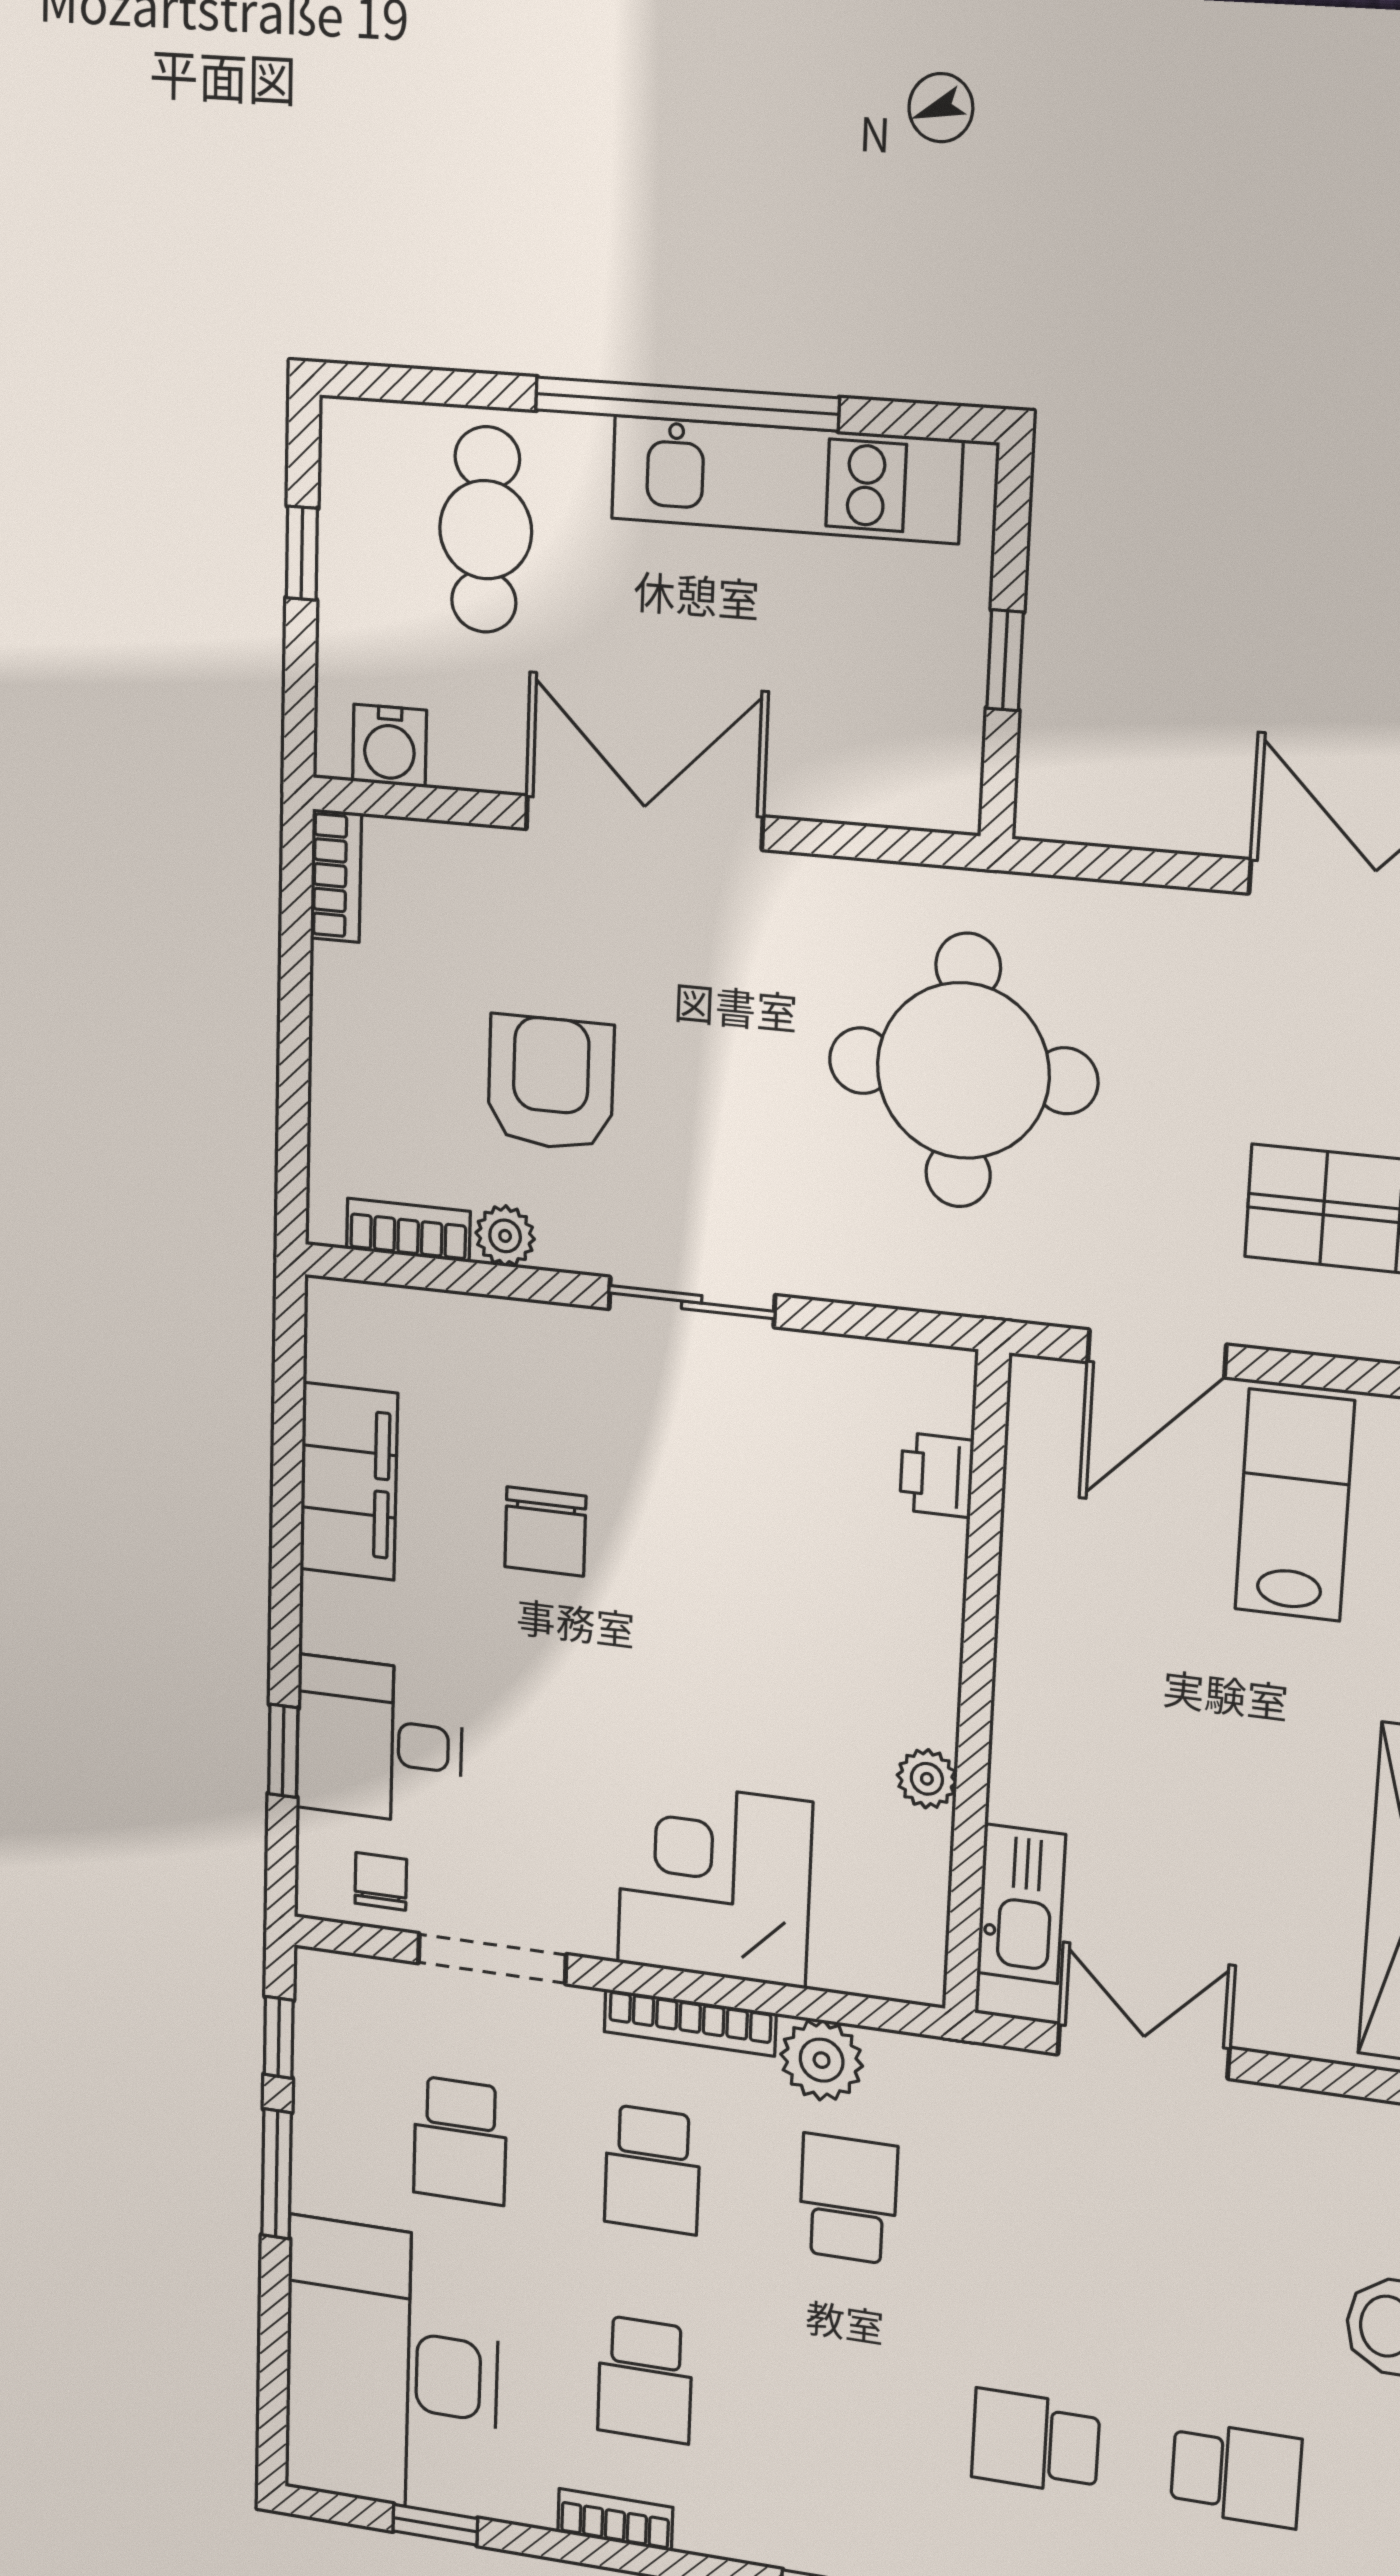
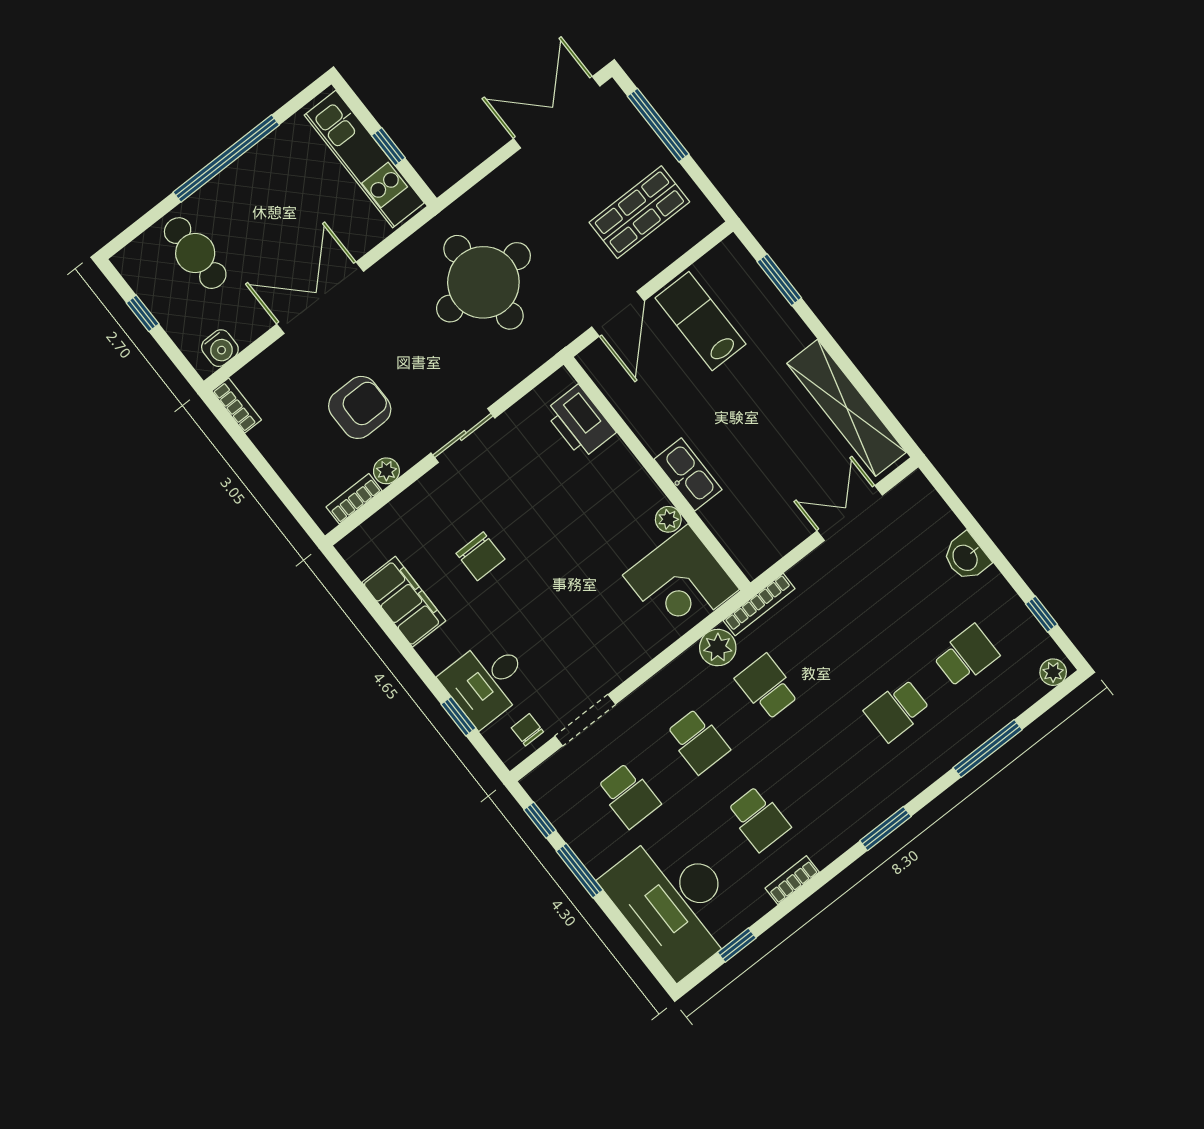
kitchen unit: (786, 479) -> (364, 159), moved, turned 90
armchair: (551, 1083) -> (360, 407), turned 90
printer: (937, 1475) -> (580, 422), width x1.87, depth x1.48
corner desk: (714, 1883) -> (681, 582), moved, turned -90
kitchen sink: (1021, 1904) -> (688, 474), moved
bookcase: (690, 2023) -> (759, 605), moved
double door: (1143, 2051) -> (850, 513), moved

